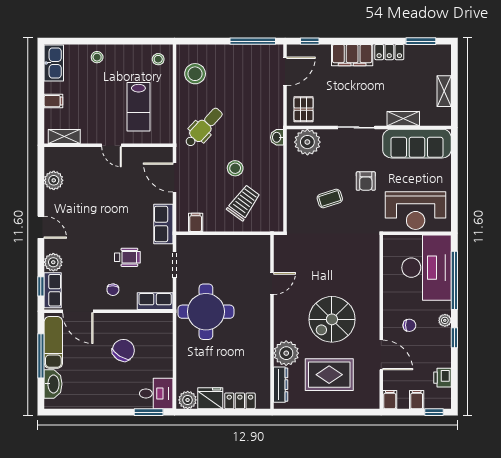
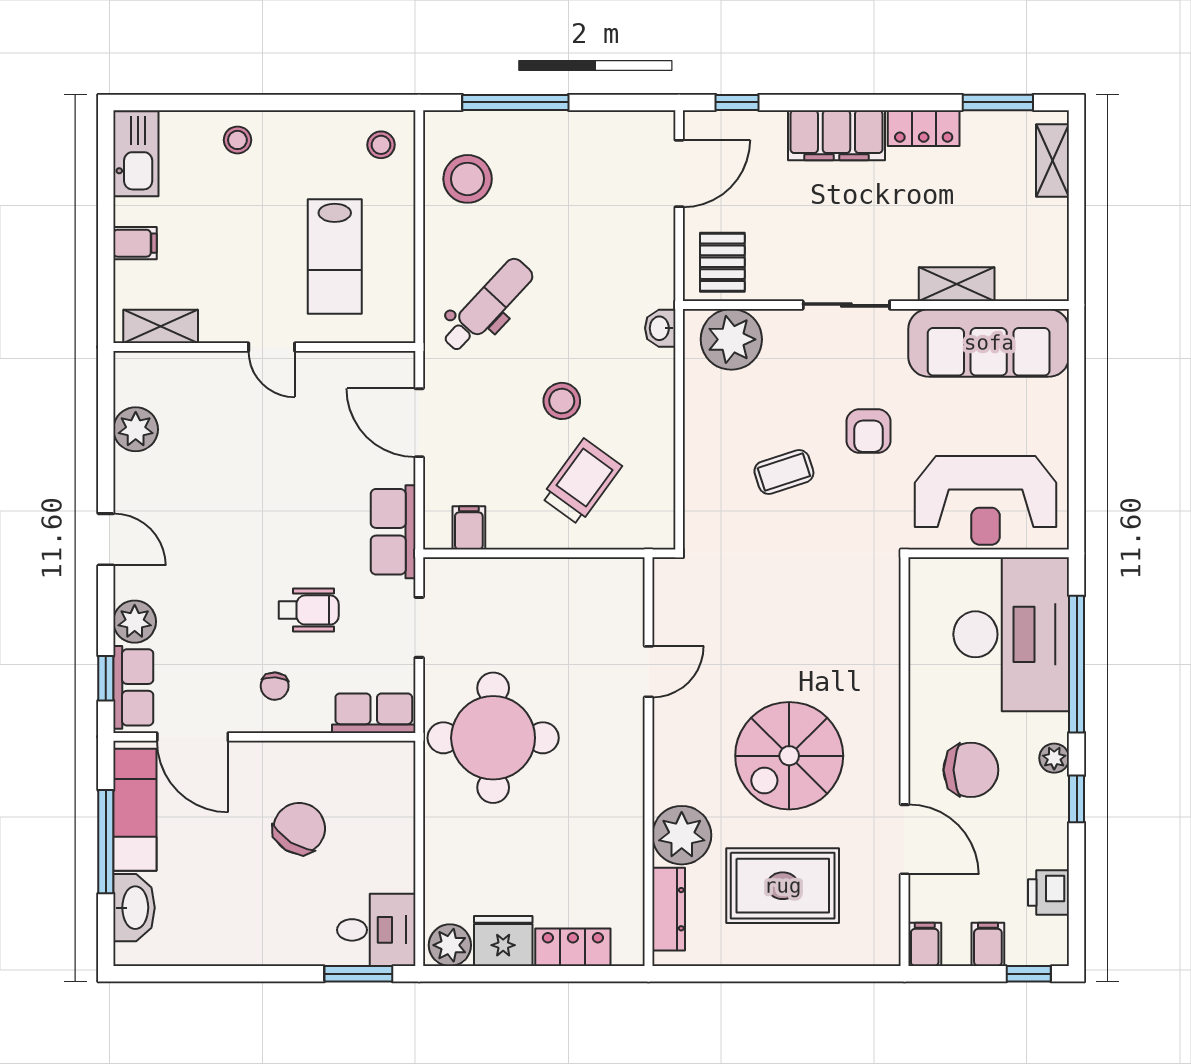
window: (253, 41) -> (515, 102), moved
shelving: (444, 91) -> (1053, 161), moved
chair: (409, 325) -> (971, 770), width x1.87, depth x1.87

